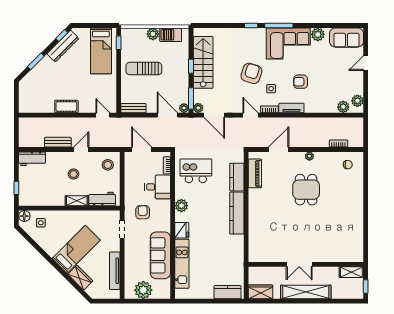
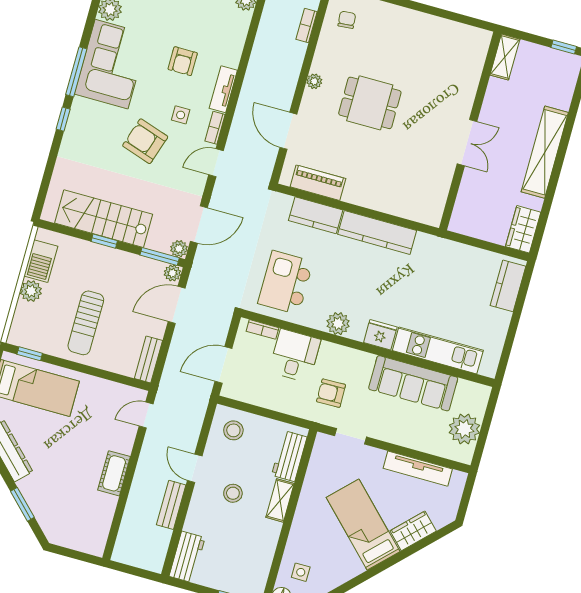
double door: (299, 264) -> (467, 143), moved
wall: (306, 264) -> (470, 131), moved
shelving: (351, 272) -> (505, 57), moved

